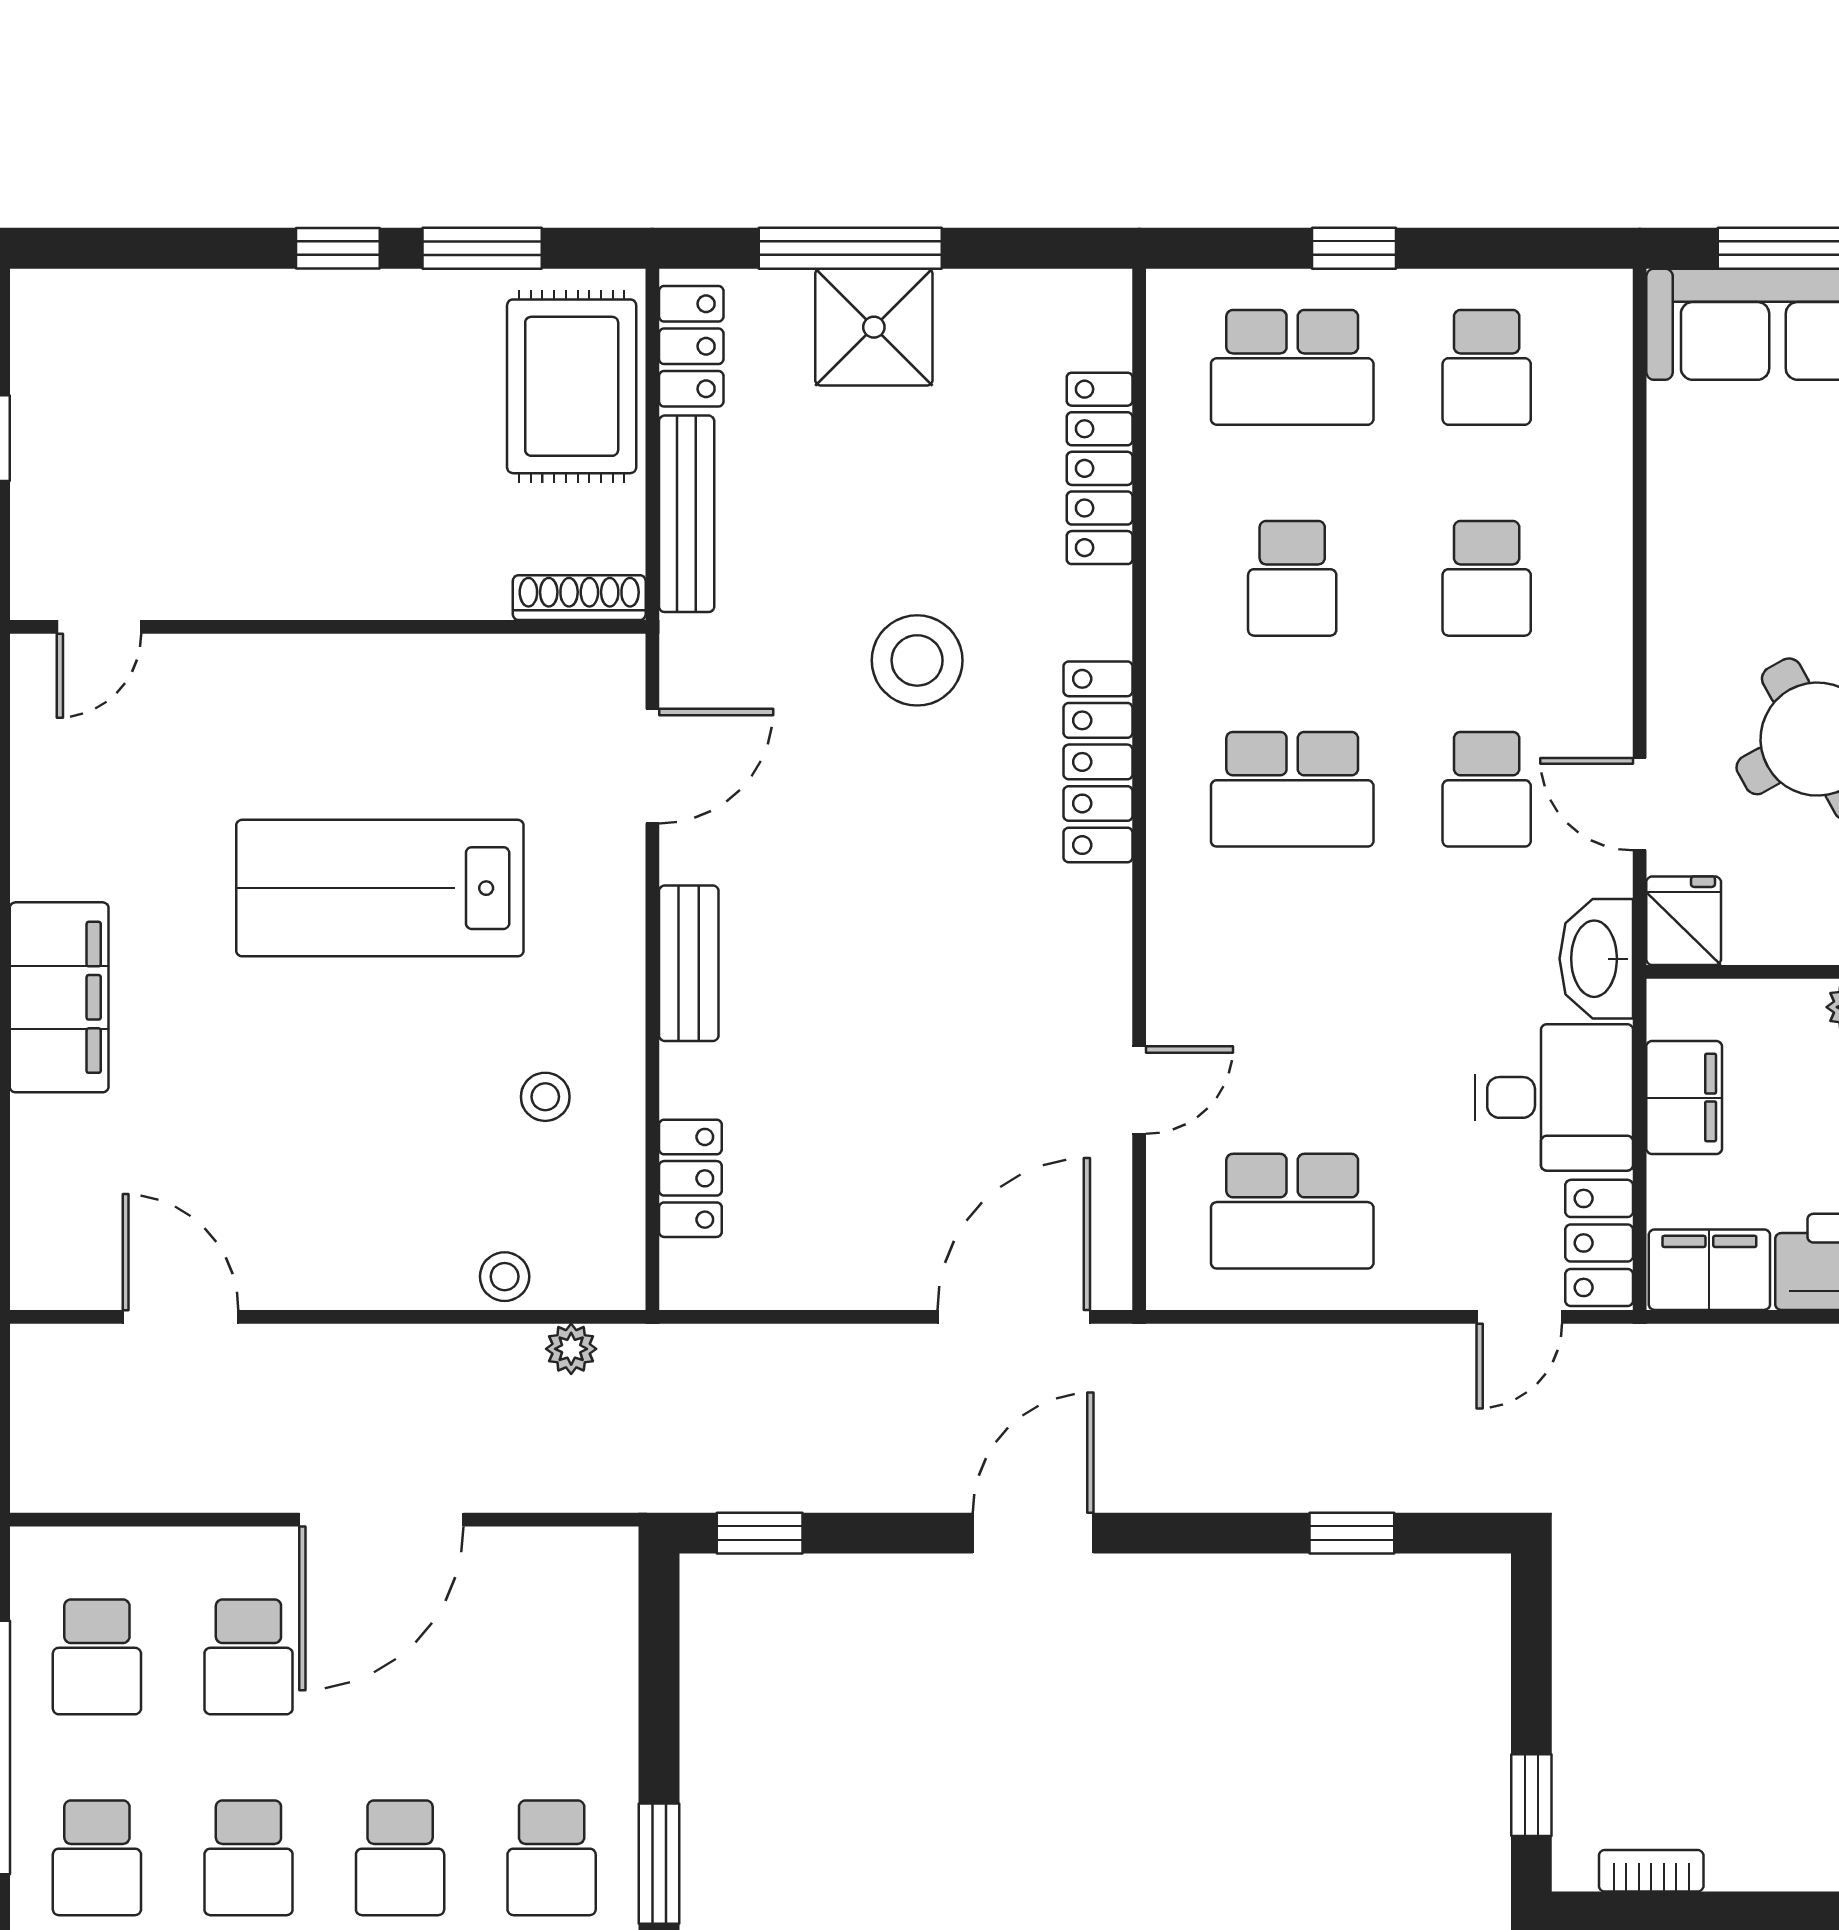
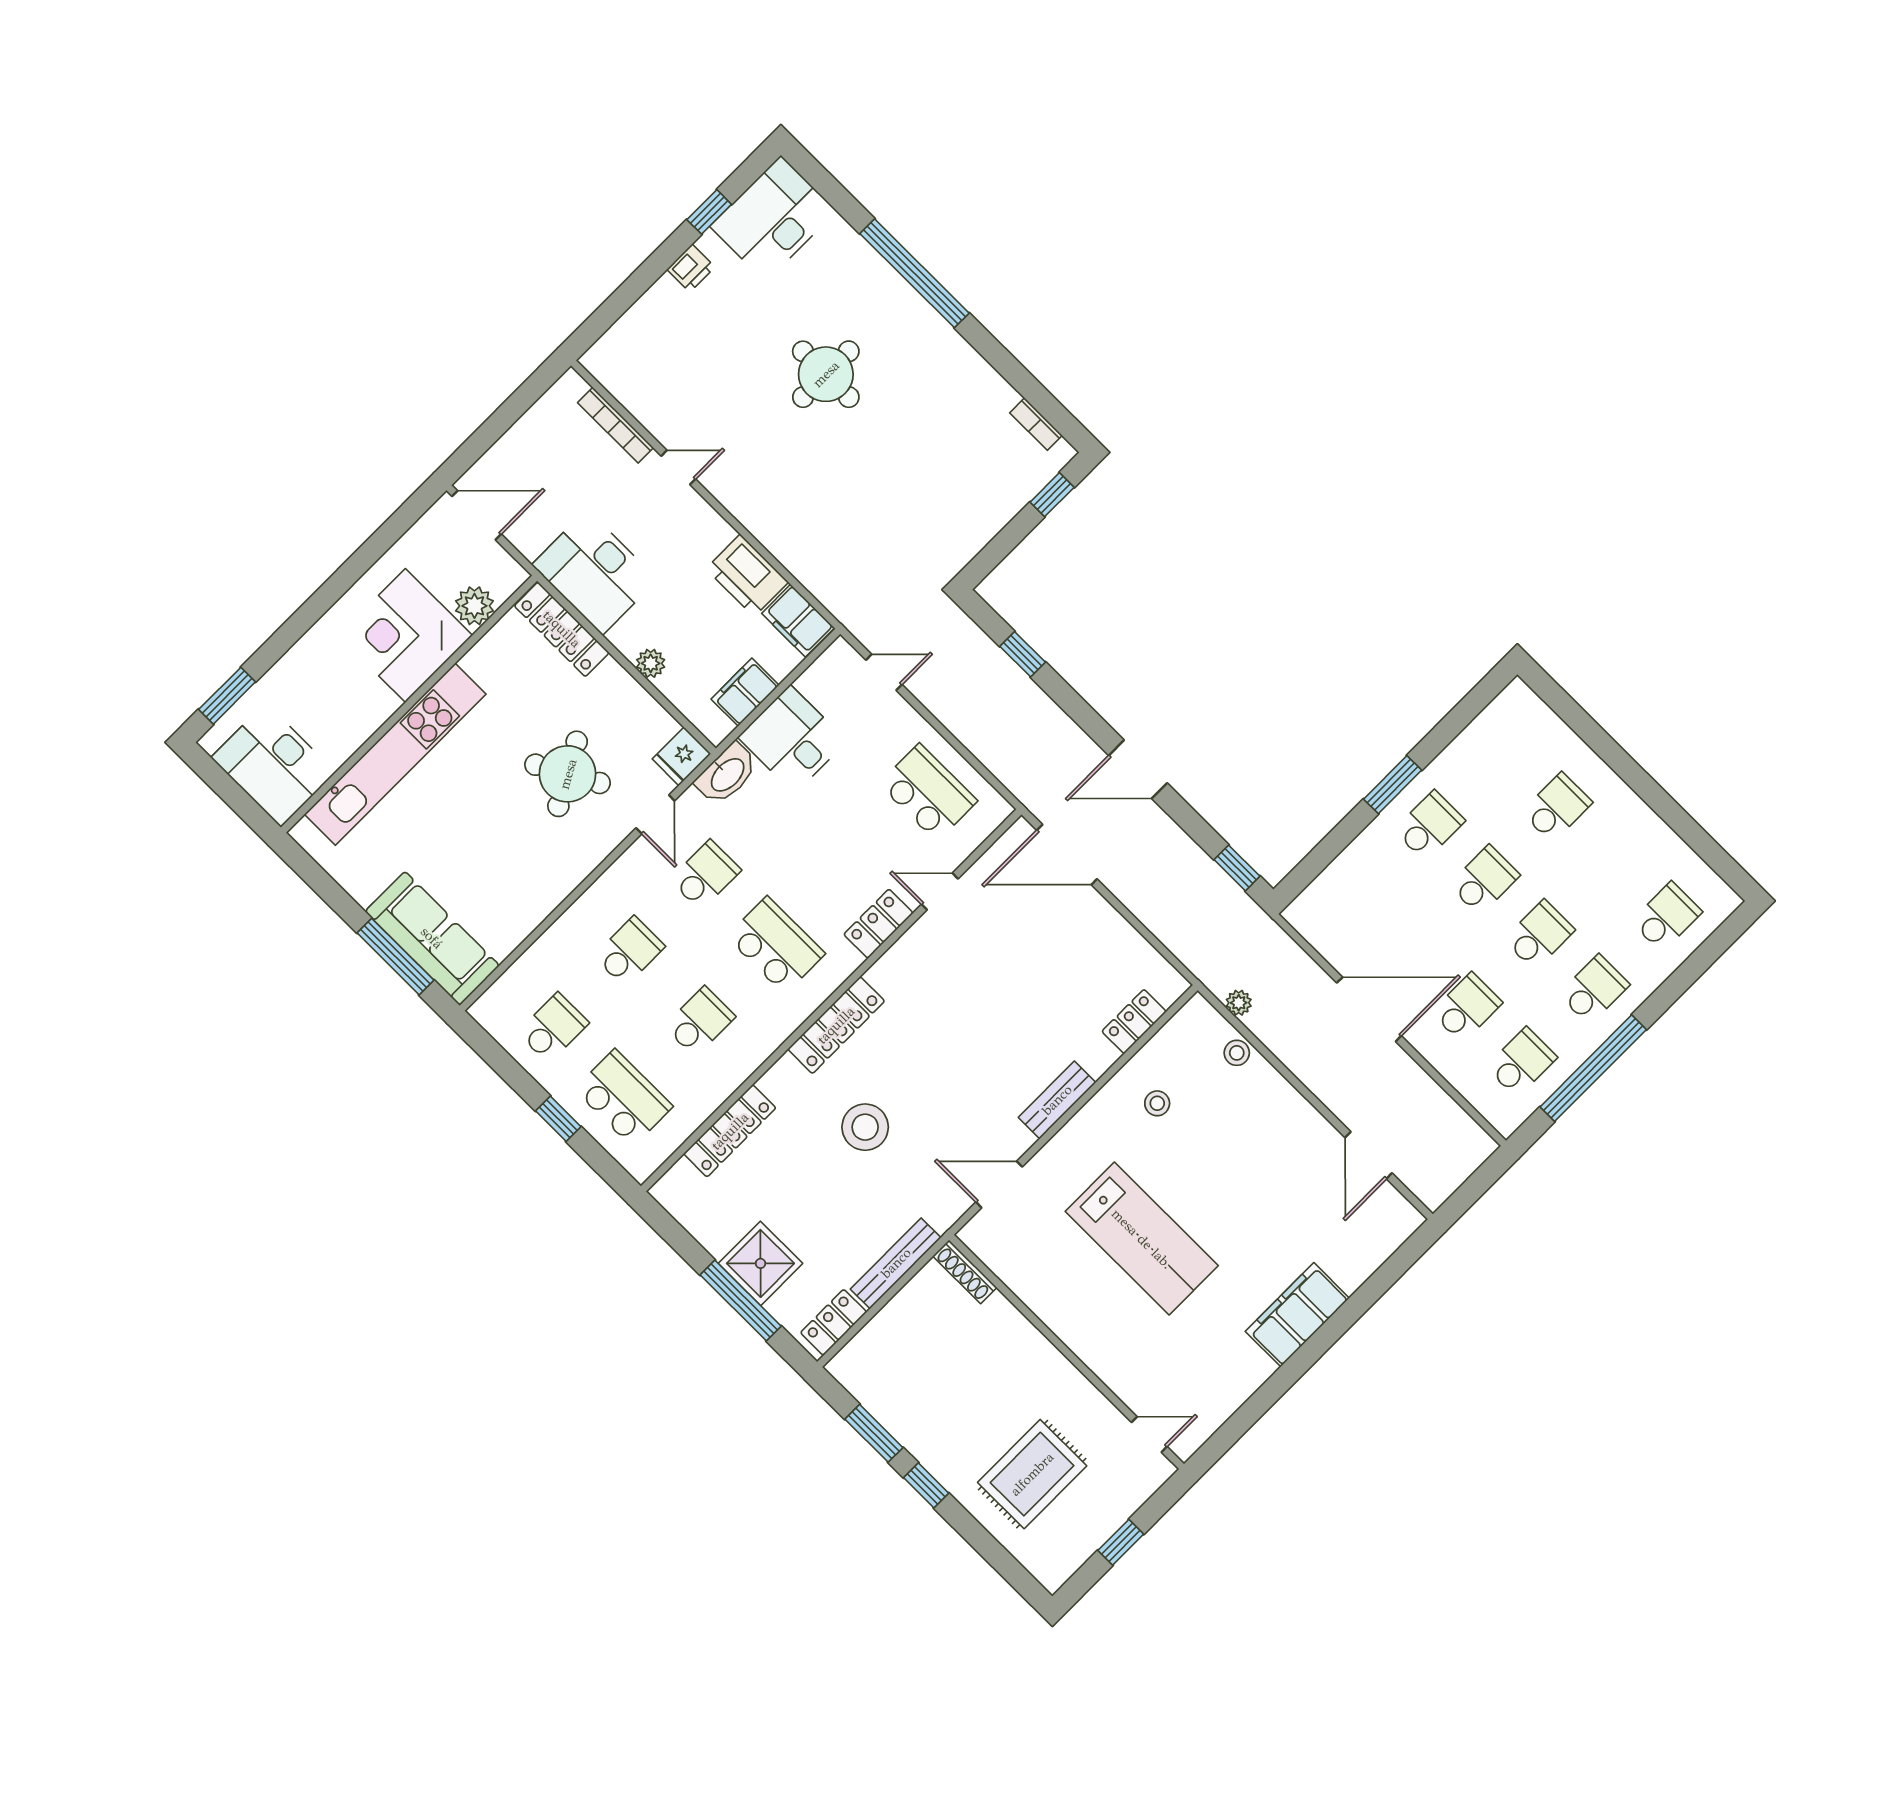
rug: (572, 386) -> (1032, 1474), moved
locker: (1599, 1243) -> (878, 924), moved, turned 180

